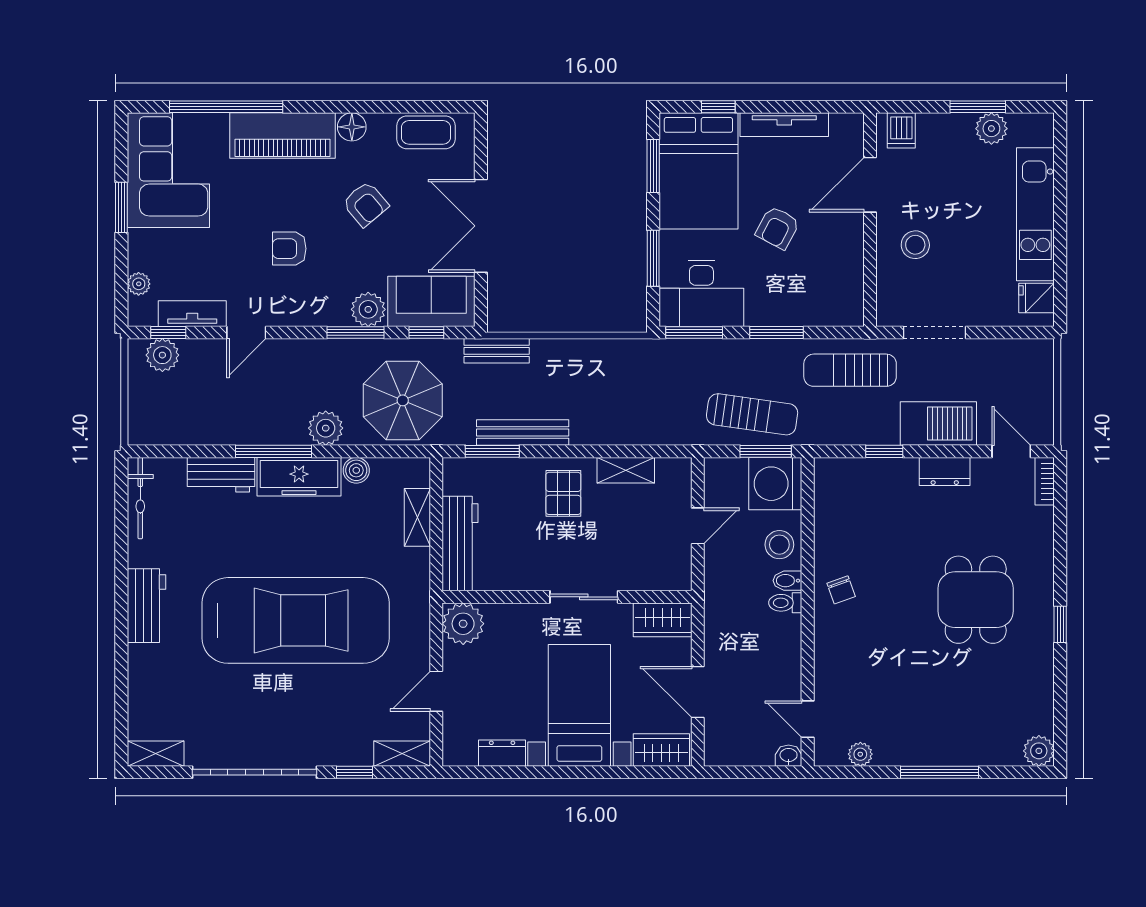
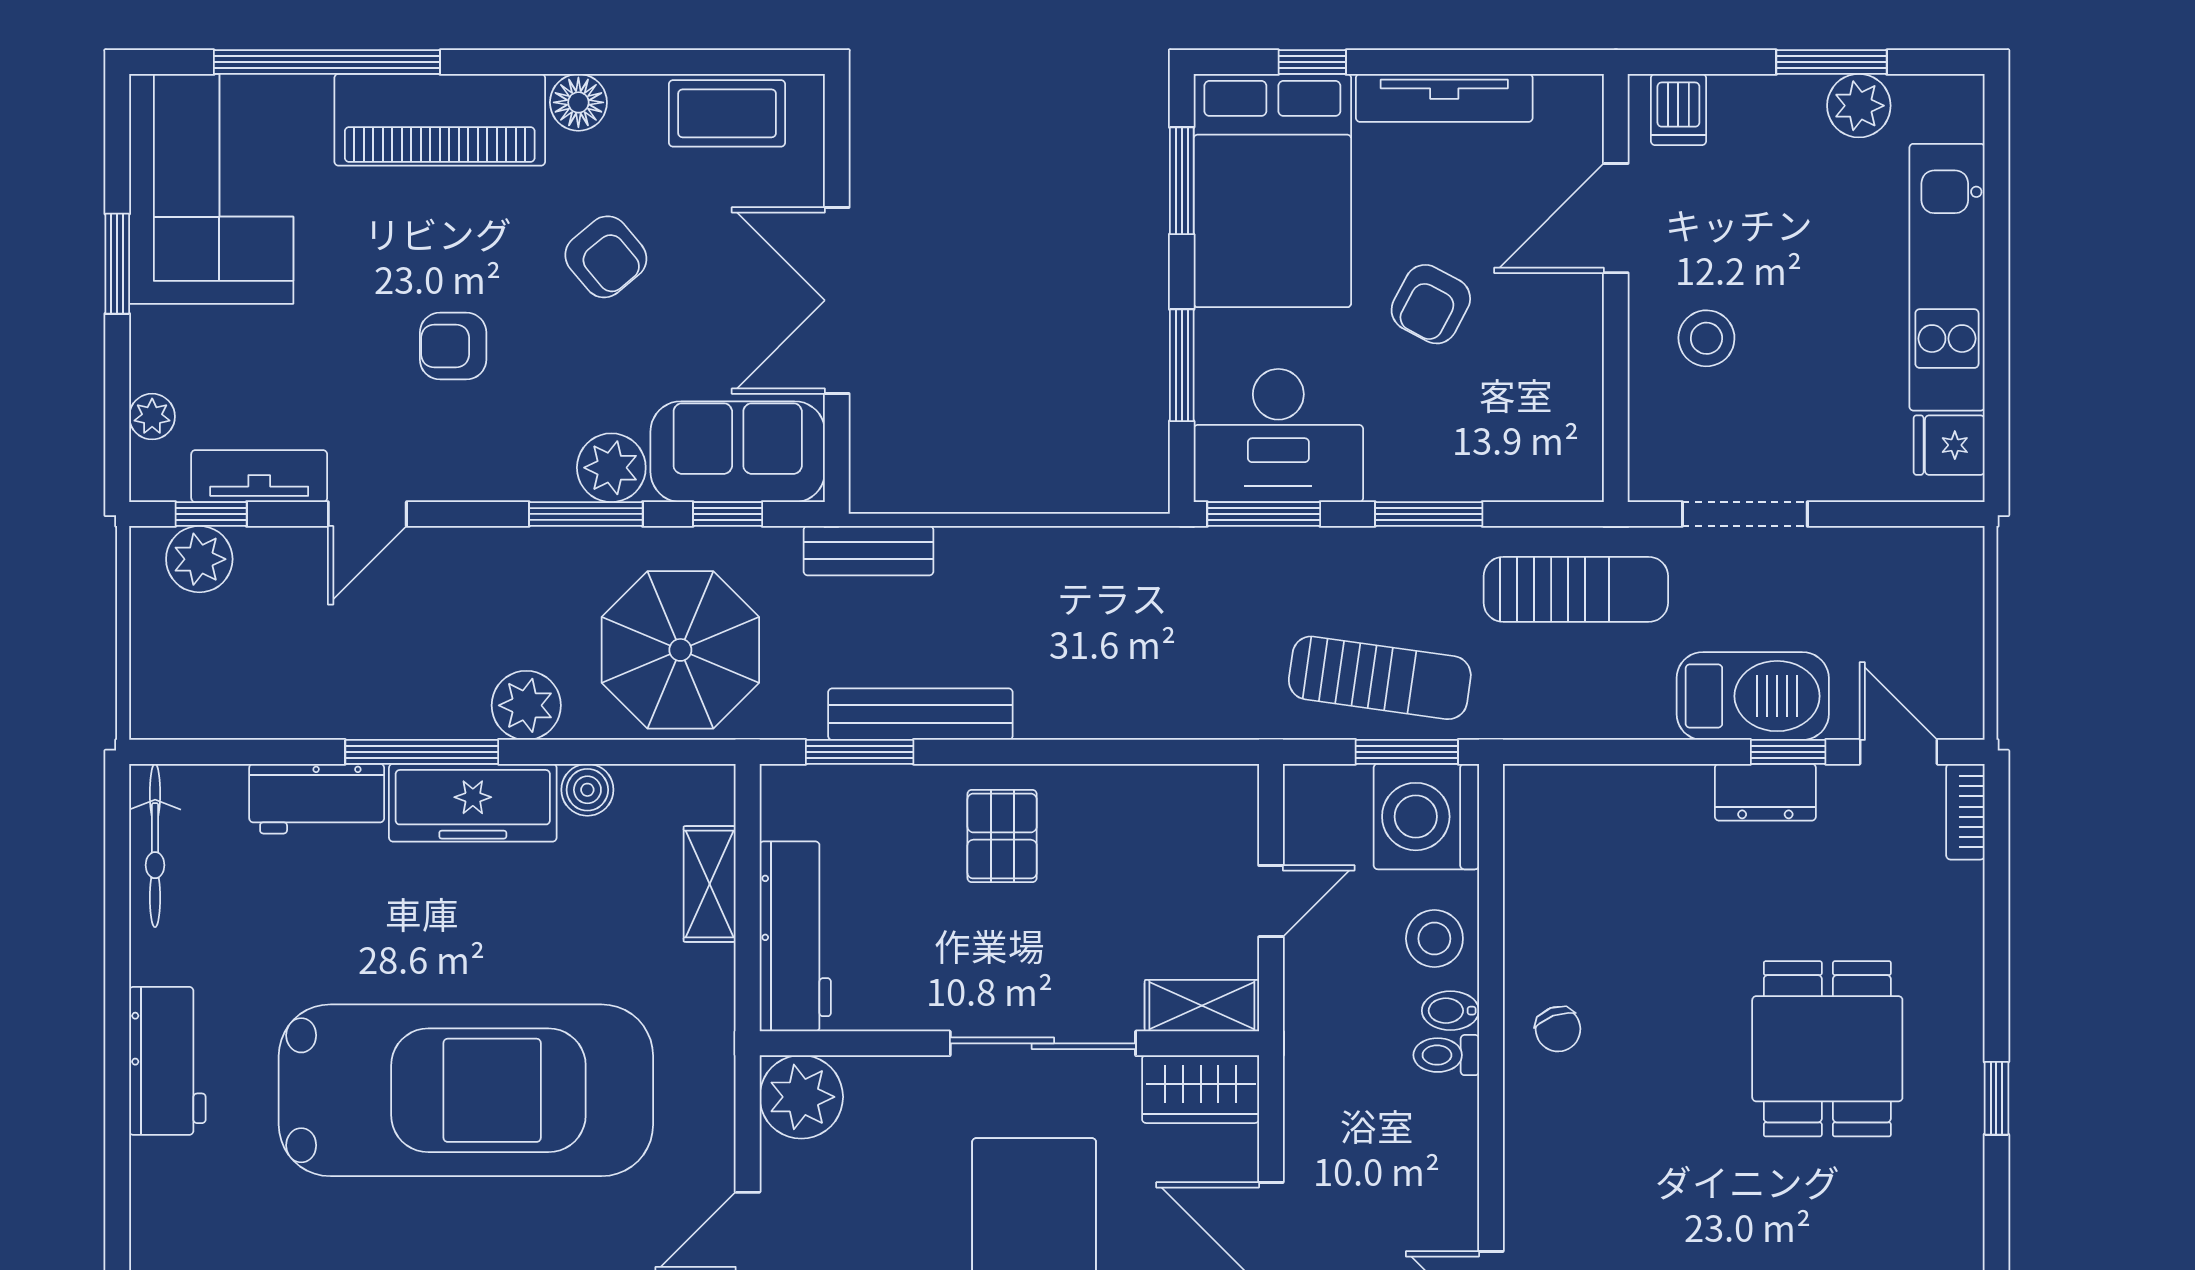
sun lounger: (850, 370) -> (1576, 589), turned 180
window: (884, 451) -> (1788, 752), moved
shelving: (626, 470) -> (1202, 1006), moved
sliding door: (584, 597) -> (1043, 1043), width x1.37

